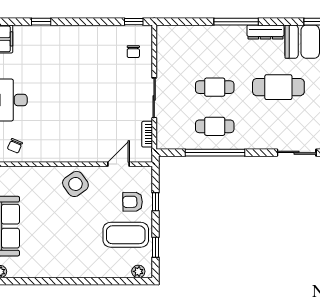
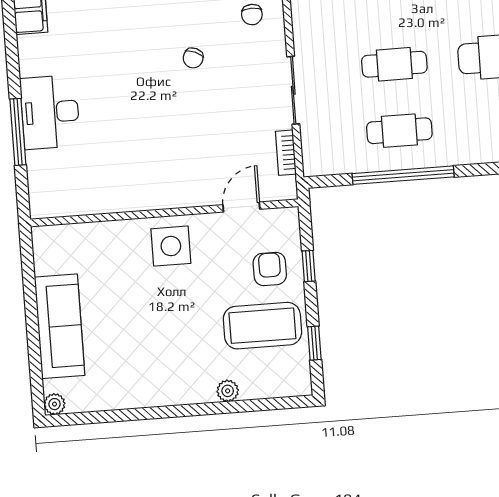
chair: (15, 146) -> (193, 58), moved
side table: (75, 184) -> (171, 246), turned 35
armchair: (133, 202) -> (270, 269), turned 91
plant: (138, 271) -> (228, 391), moved

